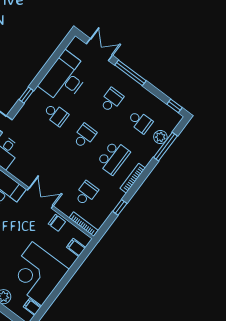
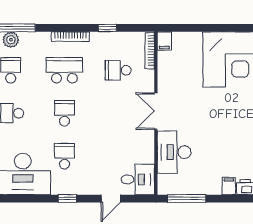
school desk: (85, 136) -> (64, 113), turned 90
chair: (57, 223) -> (168, 77), removed
filing cabinet: (76, 247) -> (164, 41), moved

